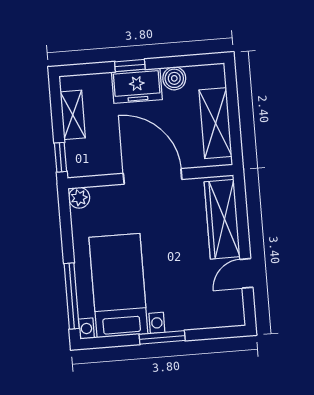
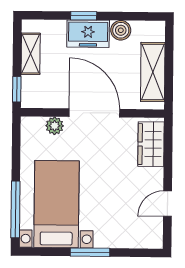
plant: (79, 198) -> (55, 126), moved
wardrobe: (222, 219) -> (151, 144), width x0.67

